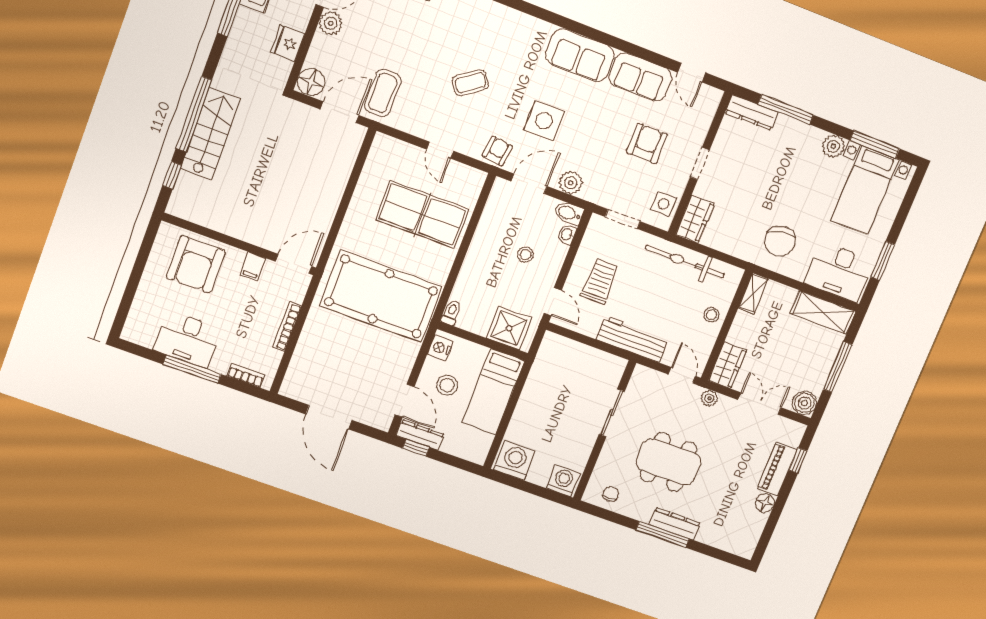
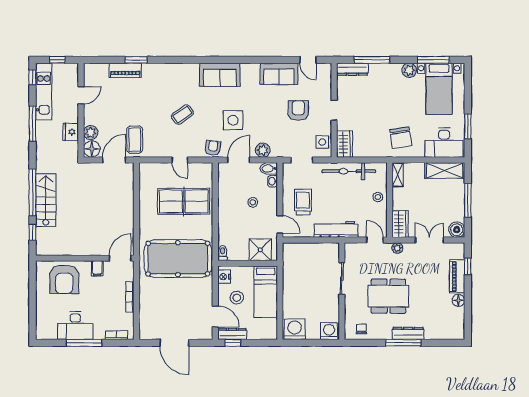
plant: (331, 23) -> (91, 132), moved
sofa: (580, 55) -> (220, 75), moved

